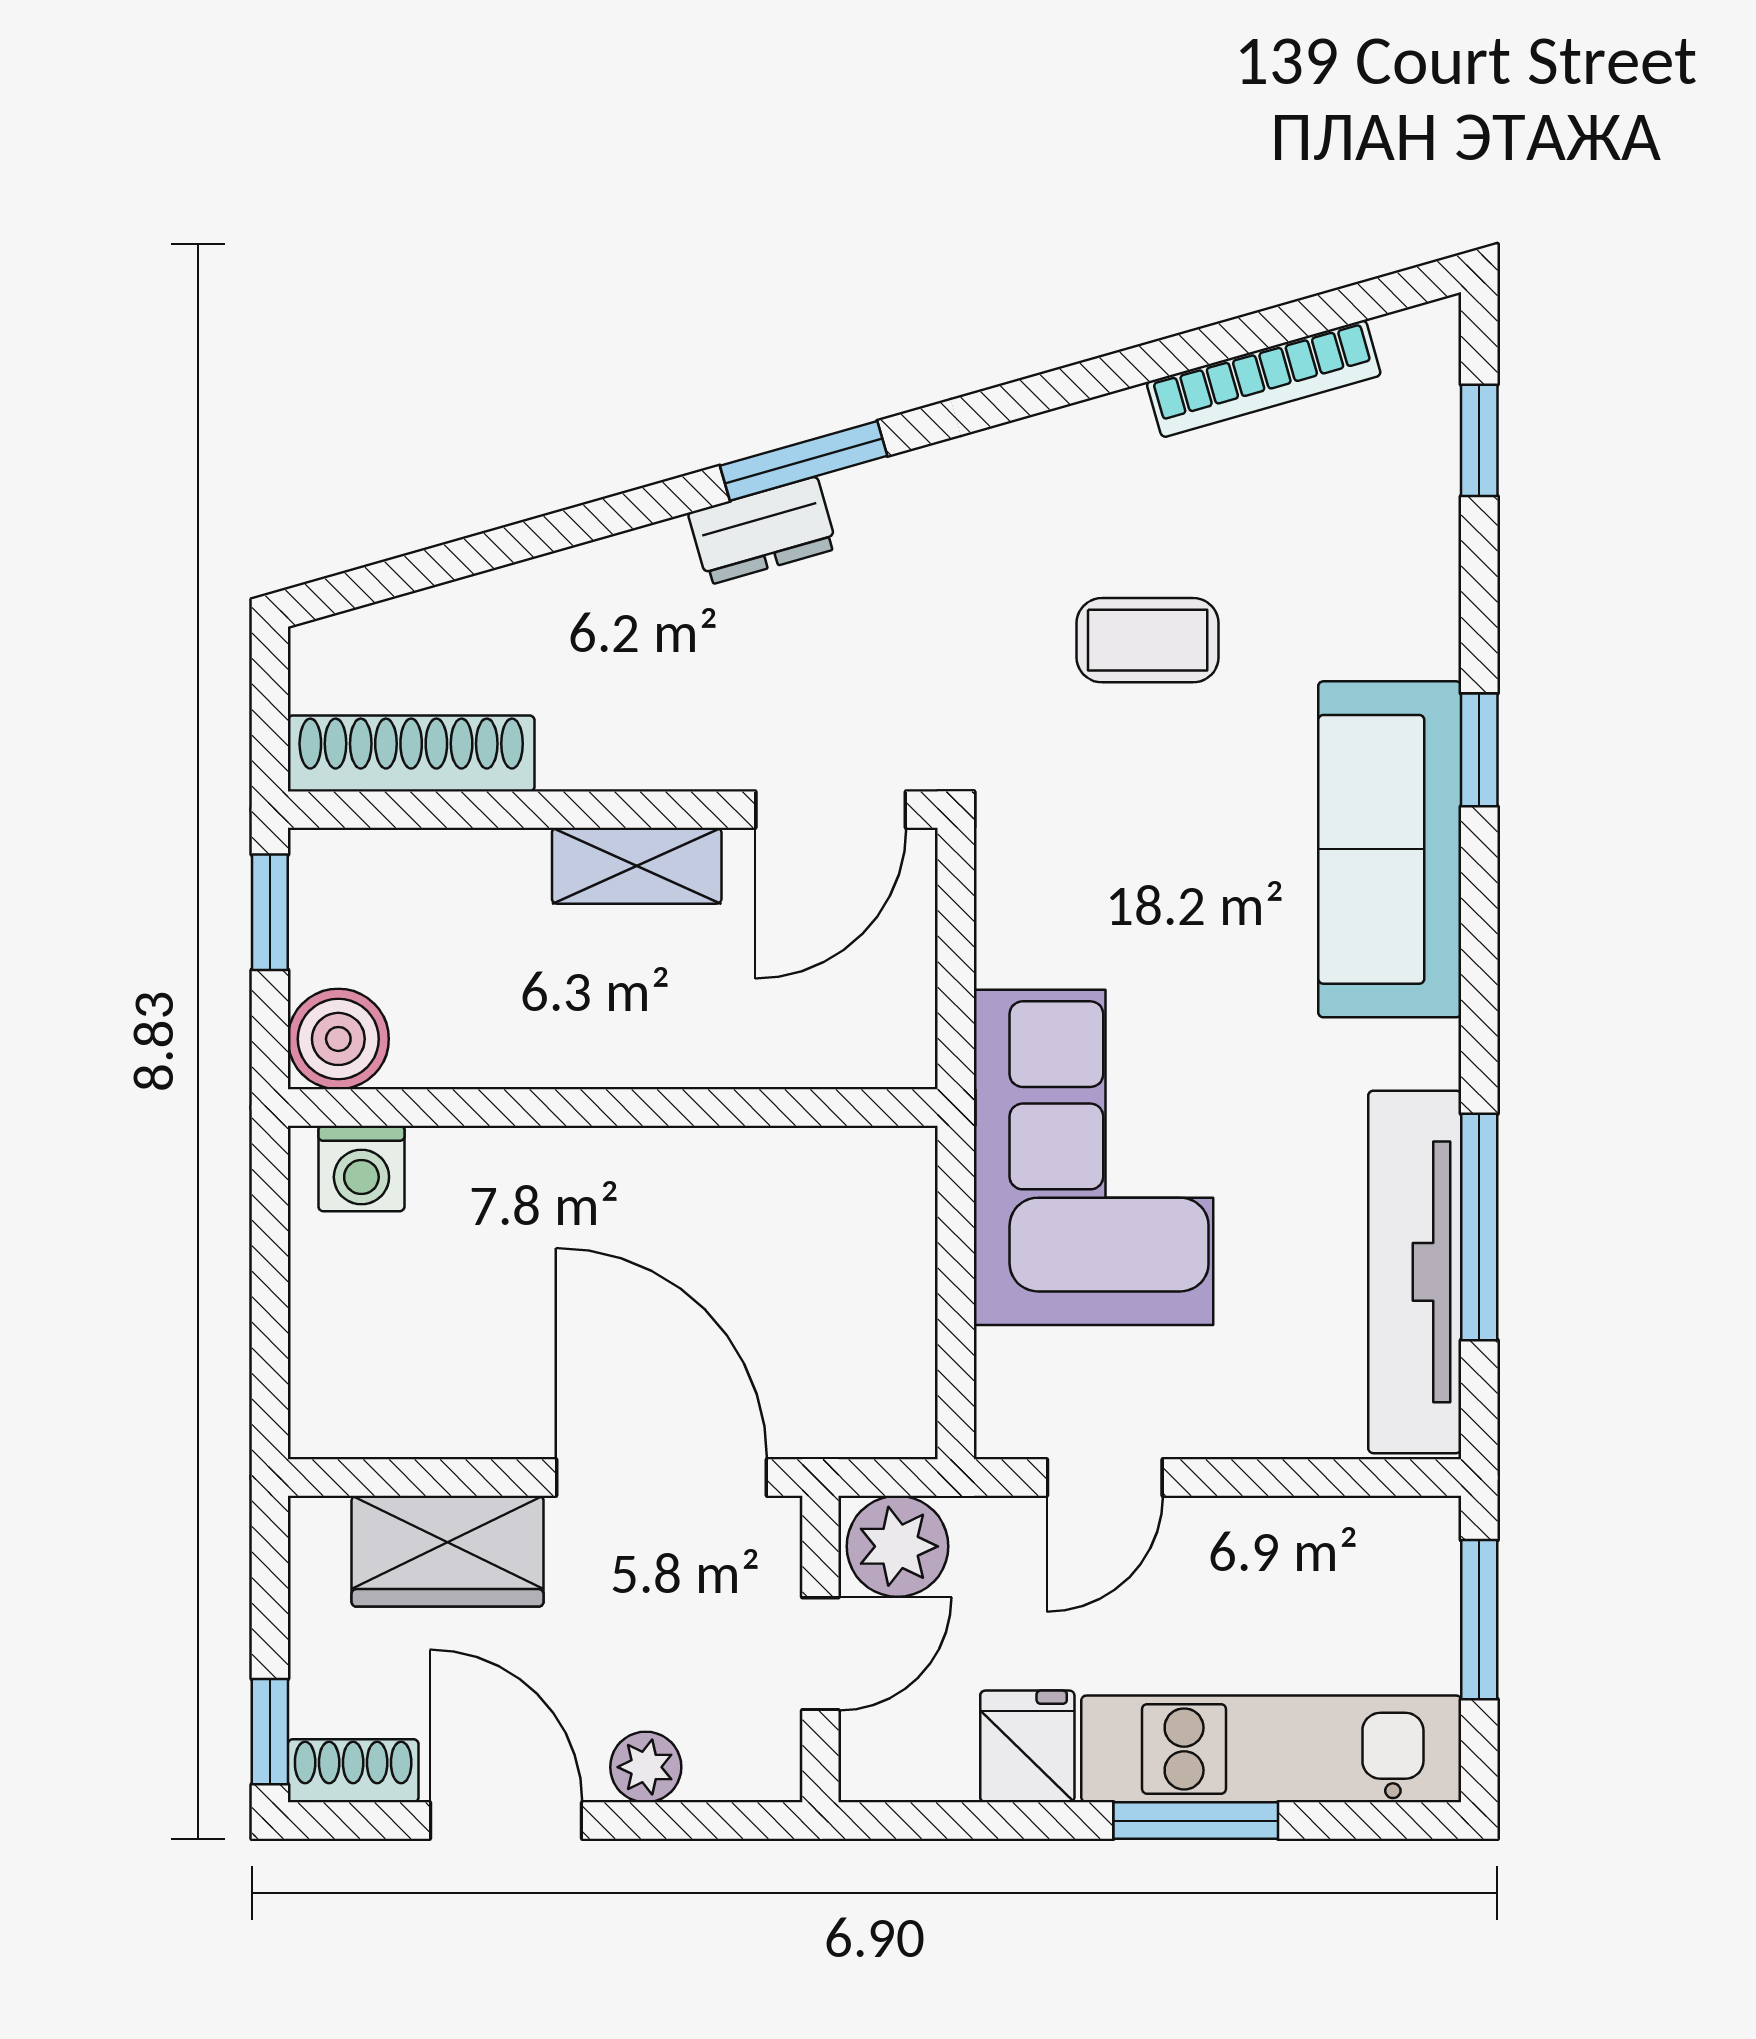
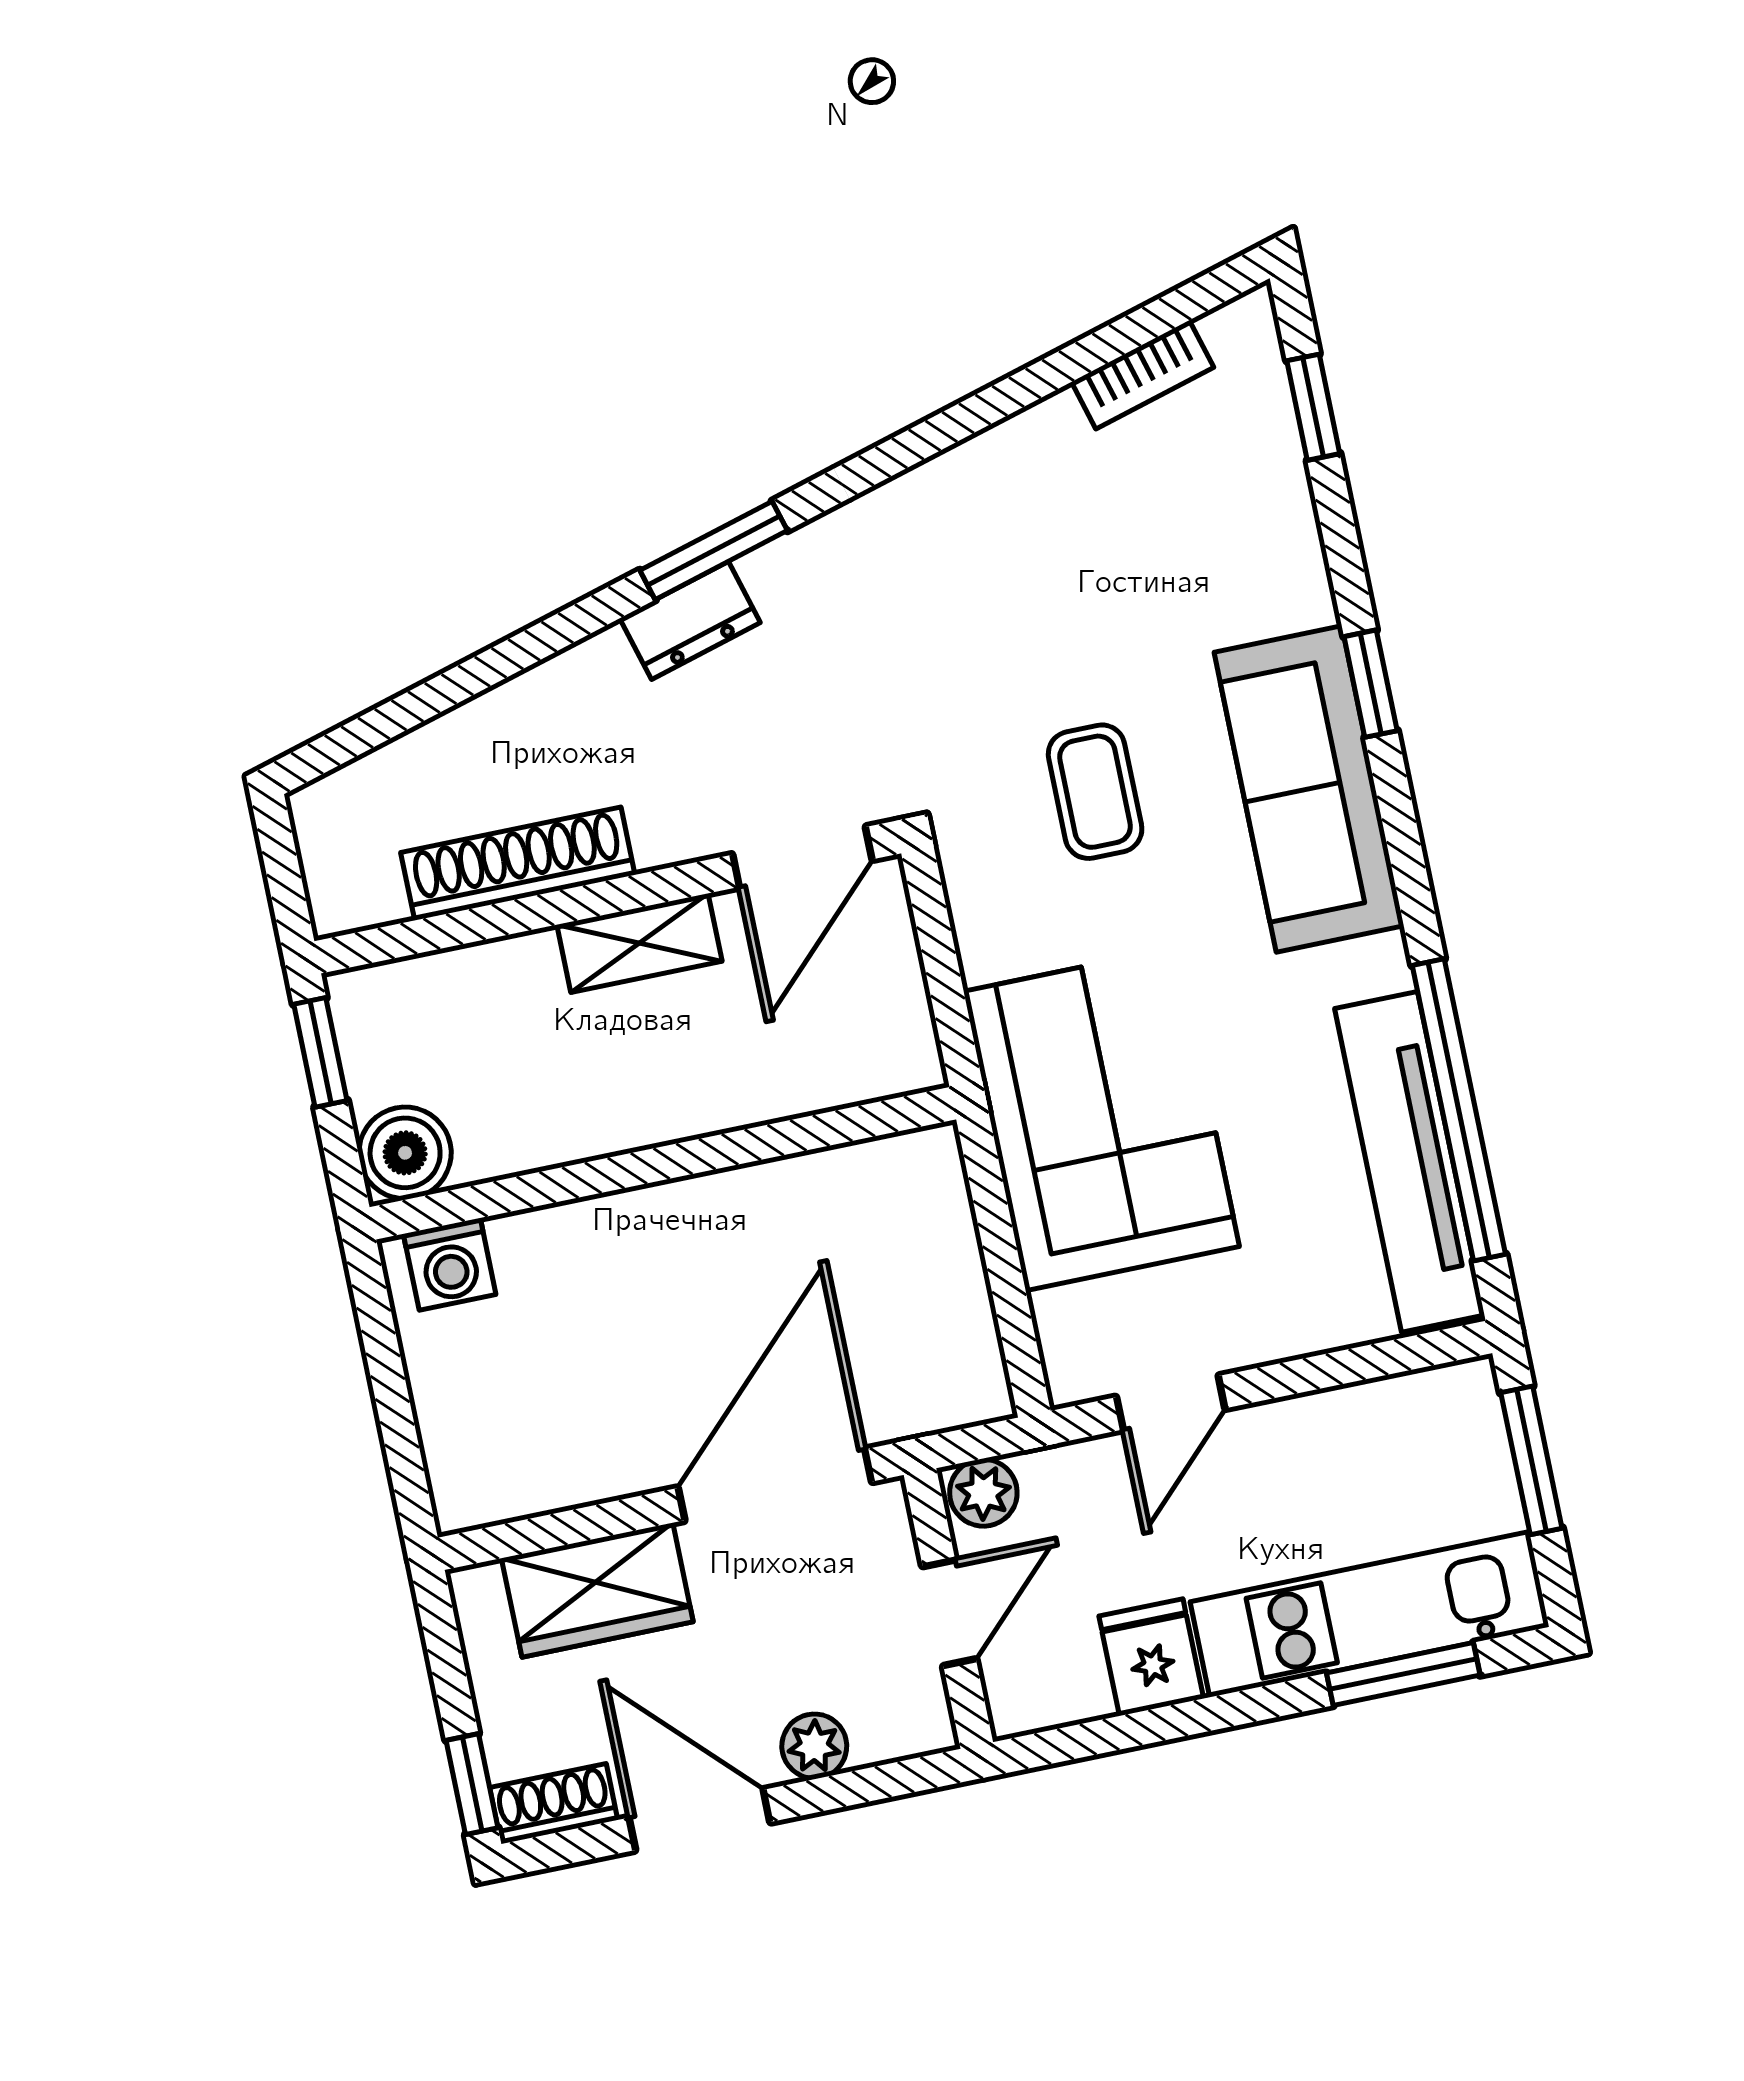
bookcase: (1264, 379) -> (1143, 375), width x0.64
coffee table: (1148, 640) -> (1095, 792), moved, turned 90
shoe rack: (411, 753) -> (518, 864), moved
window: (1479, 1227) -> (1459, 1110), width x1.46
door: (662, 1478) -> (775, 1485), hinge flipped
plant: (898, 1546) -> (983, 1493), width x0.73, depth x0.73
window: (1196, 1821) -> (1403, 1674), moved

